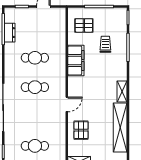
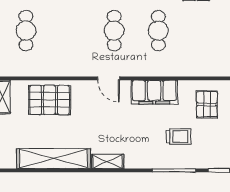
door: (67, 104) -> (109, 78), moved
pallet: (81, 130) -> (50, 100), width x1.50, depth x1.42

